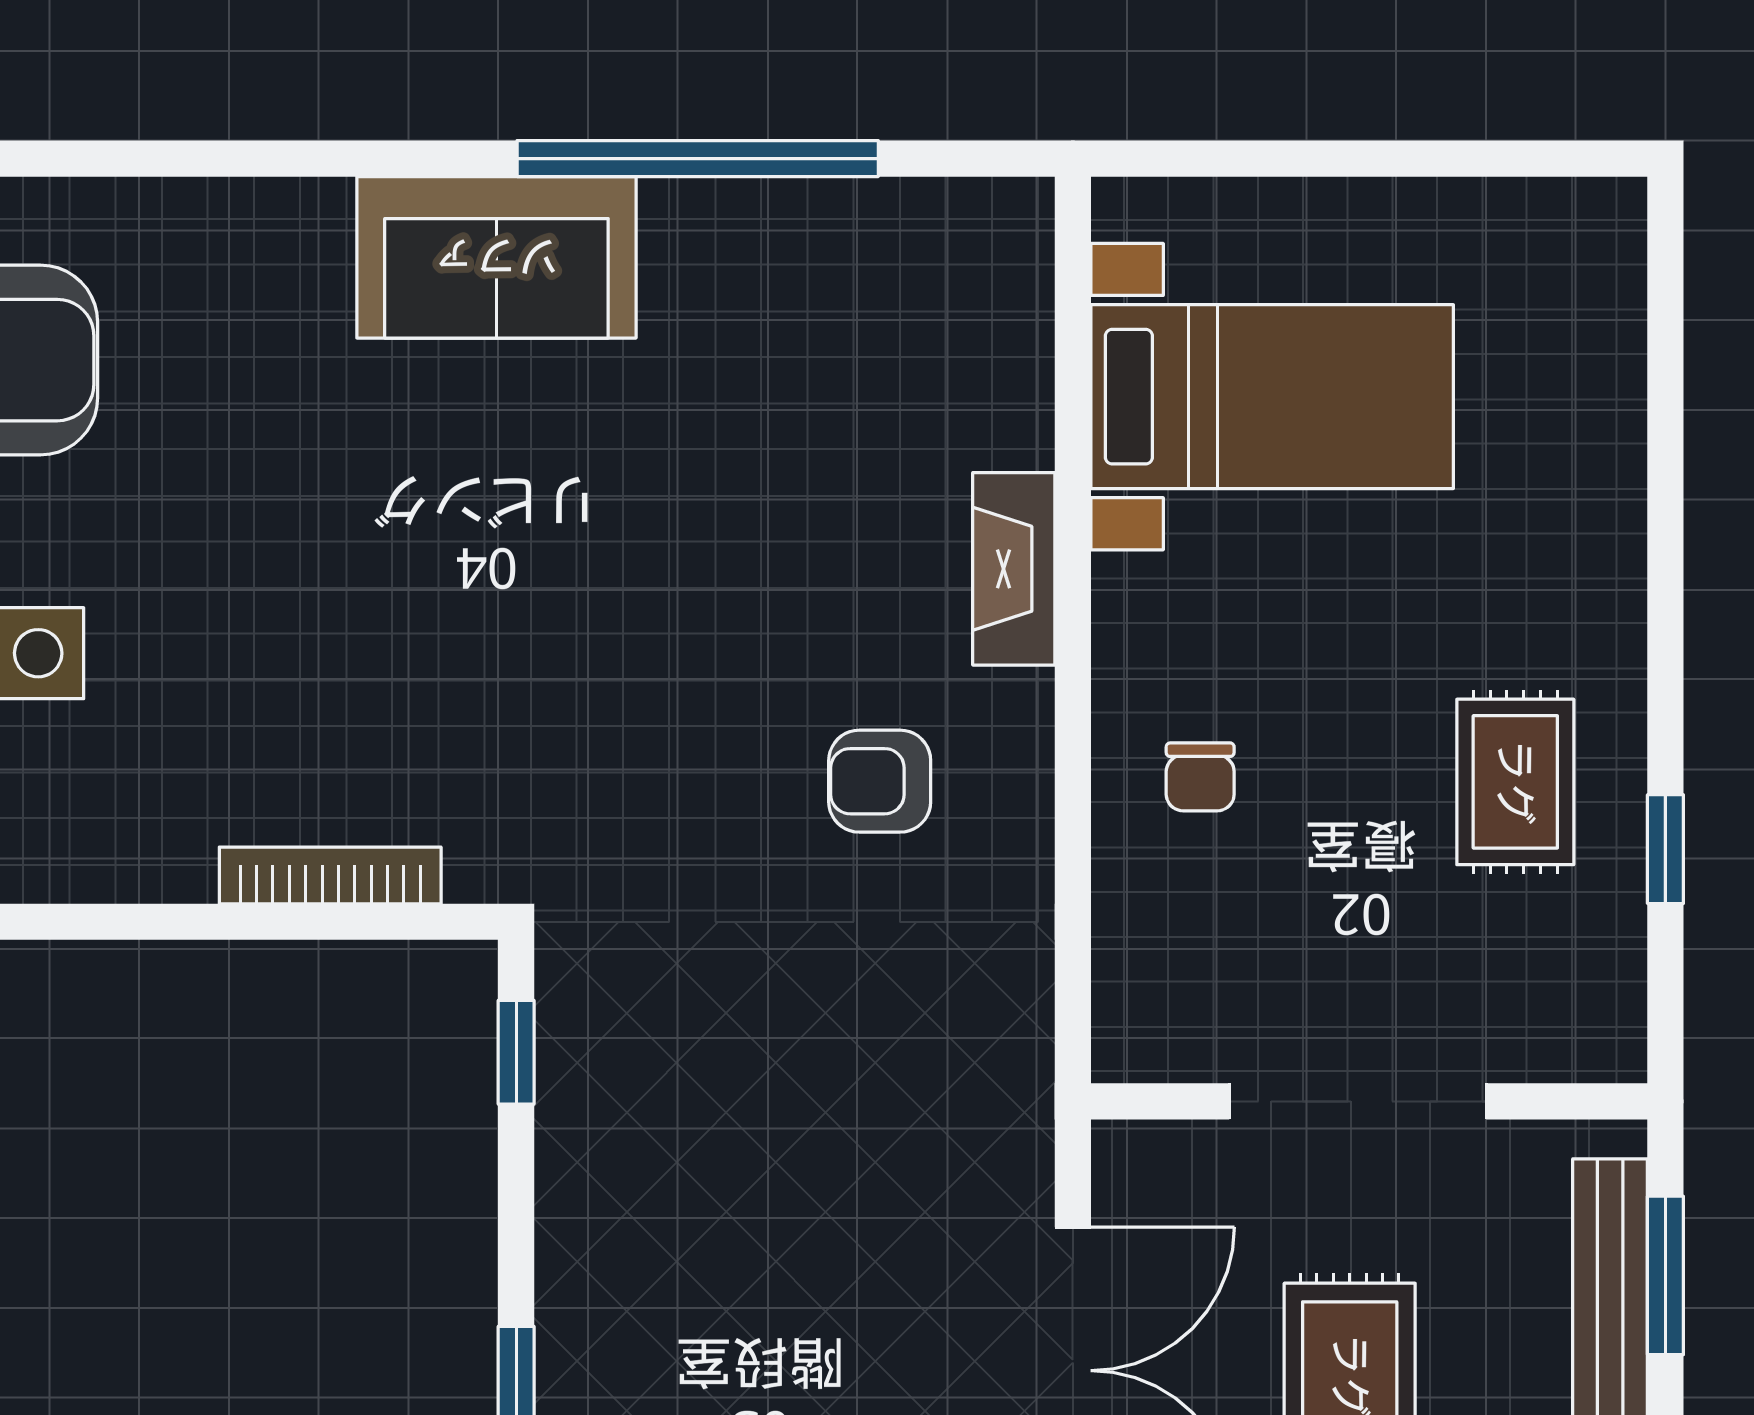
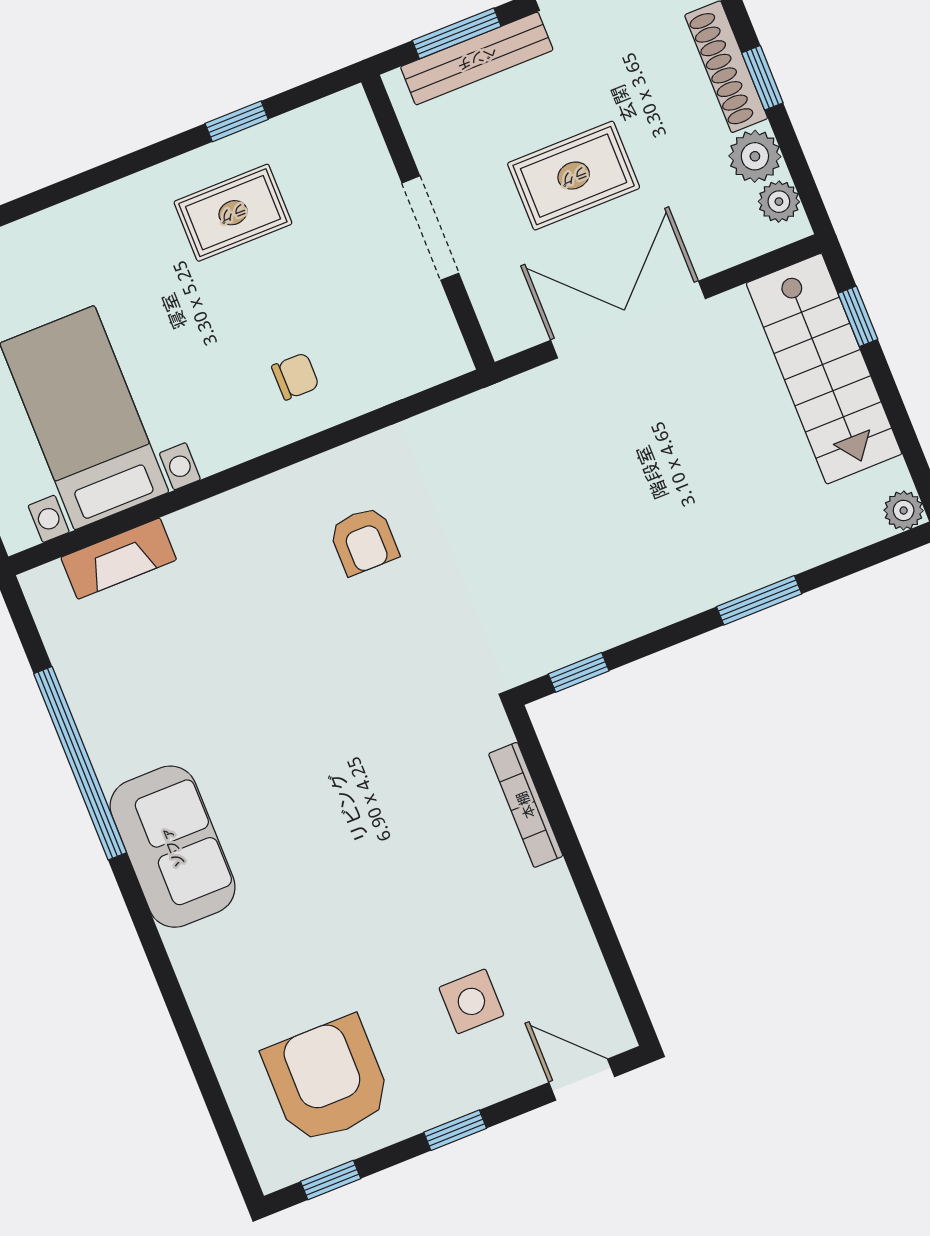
fireplace: (1014, 569) -> (119, 559), moved
doorway: (1358, 1101) -> (430, 228), width x0.73

